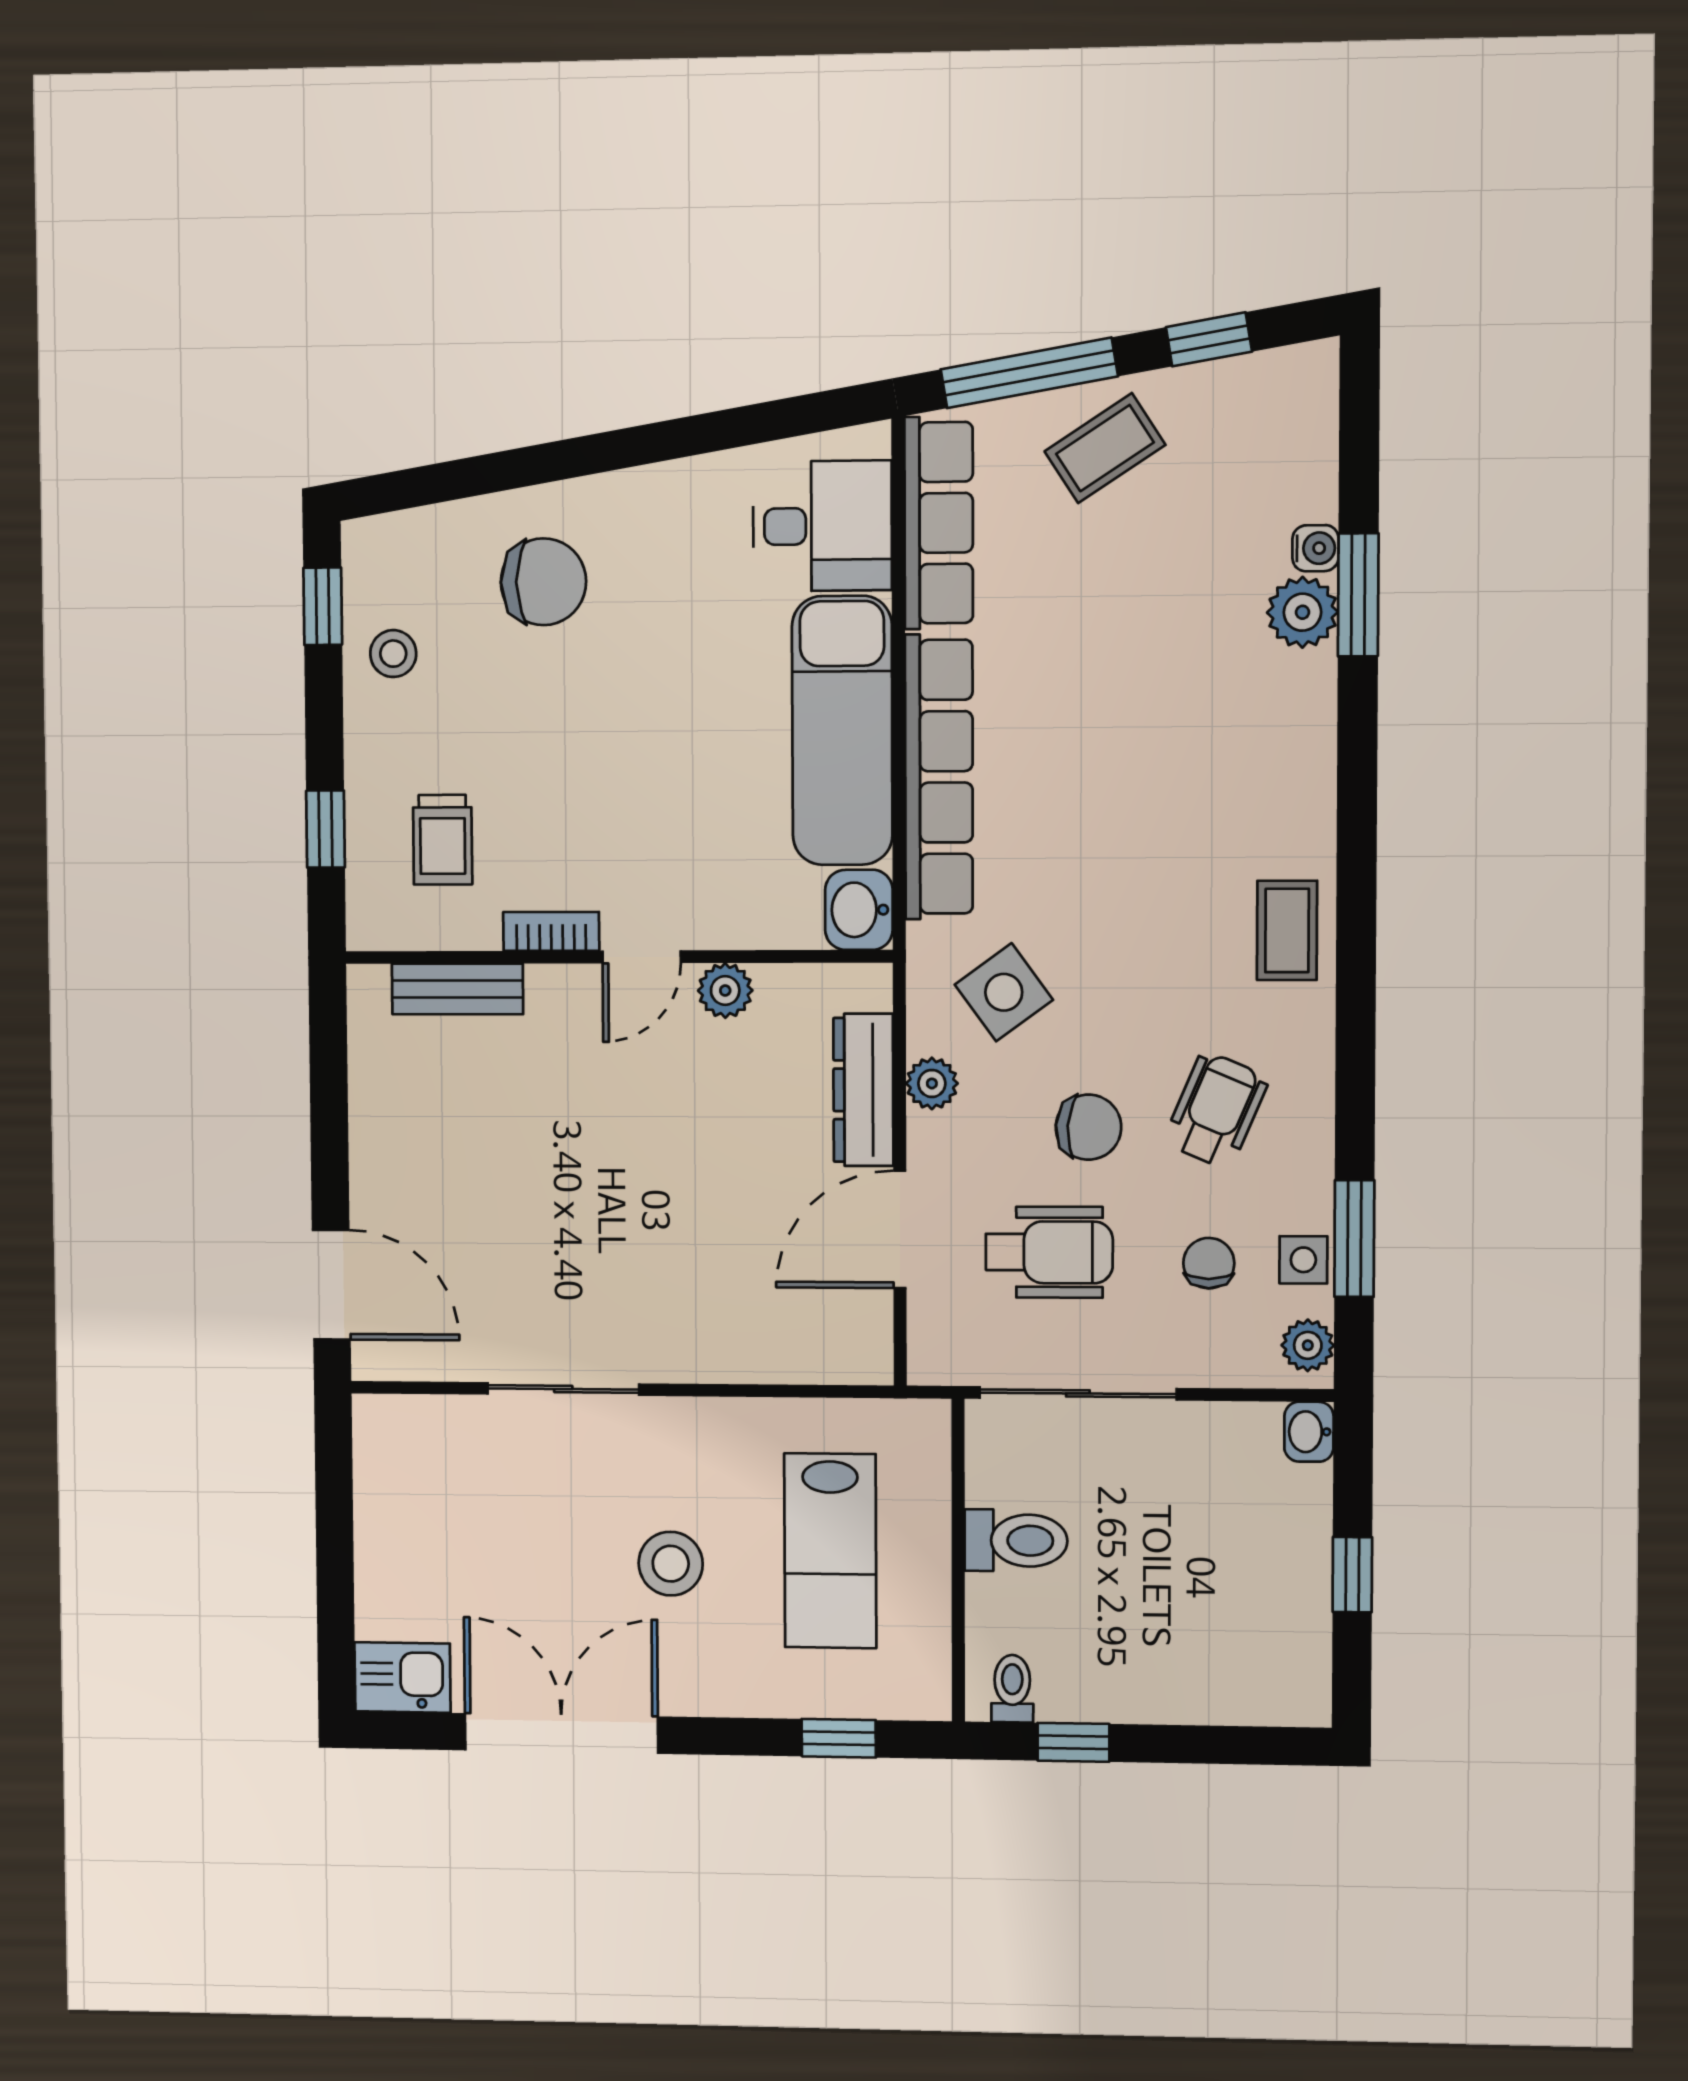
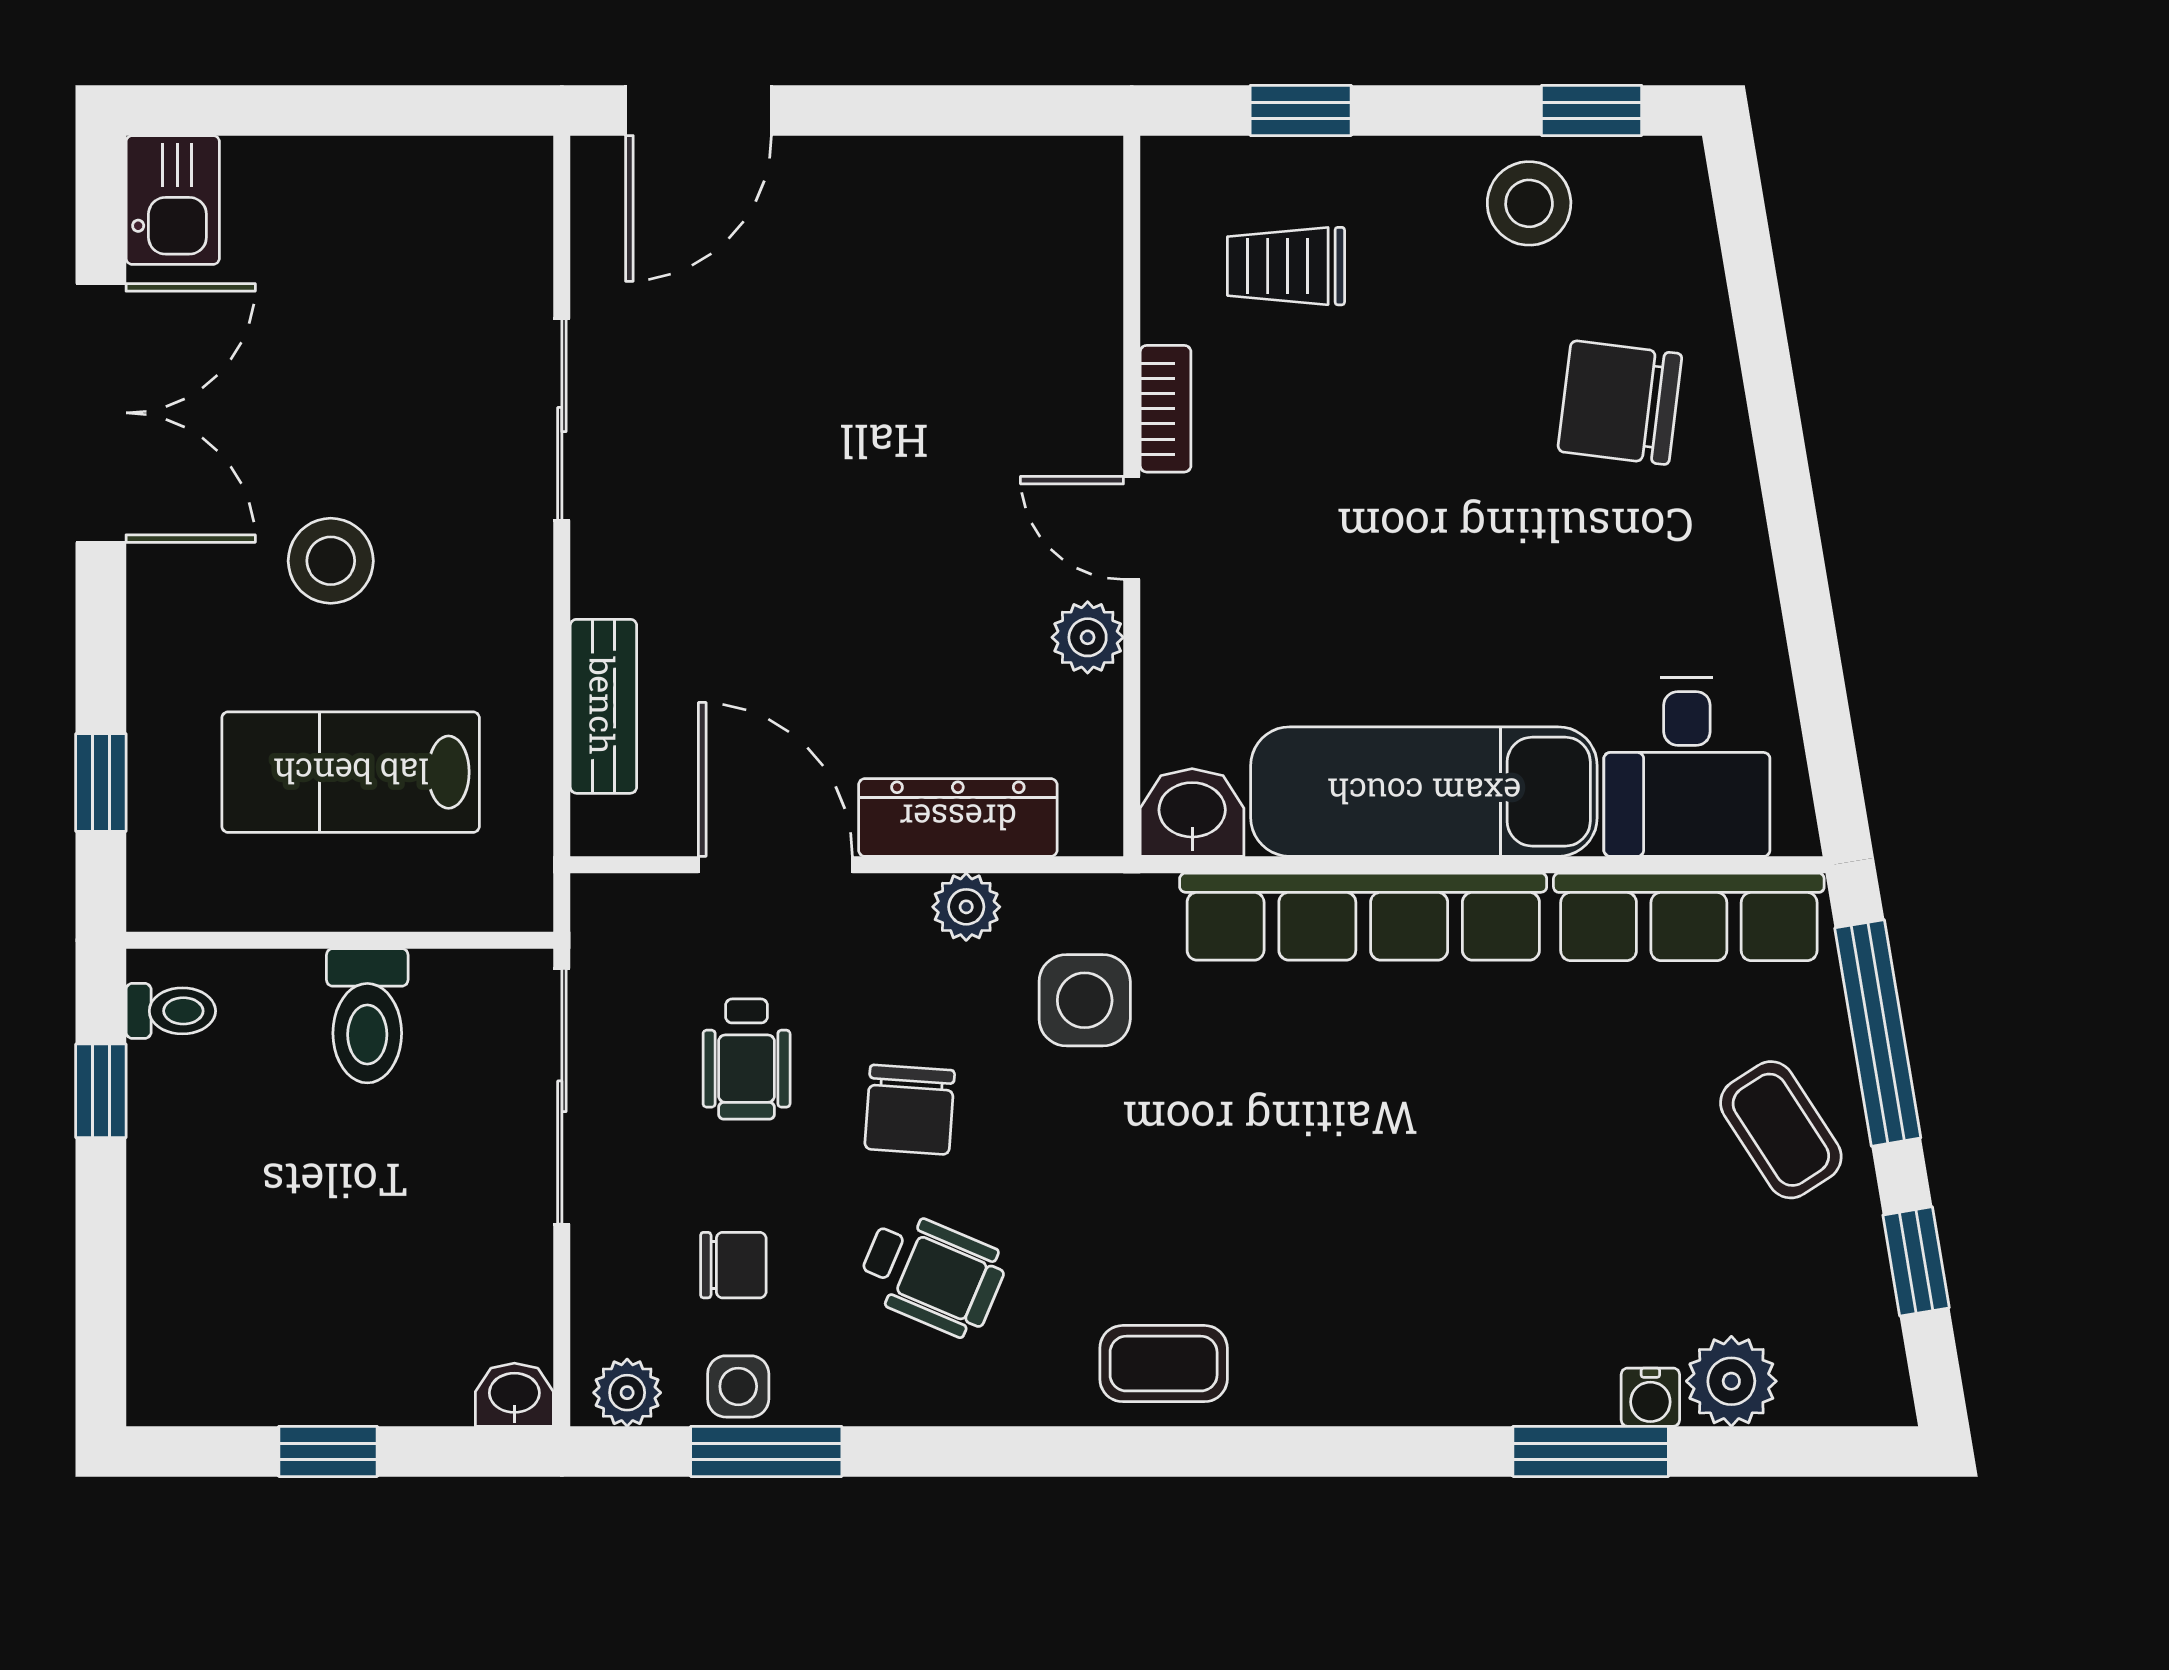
chair: (543, 582) -> (1620, 403), turned 97
plant: (1303, 612) -> (1731, 1381), moved
stool: (393, 654) -> (1529, 203), width x1.37, depth x1.37
bench: (457, 989) -> (603, 706), moved
side table: (1004, 992) -> (1085, 1000), turned 36
wheelchair: (1049, 1252) -> (747, 1059), width x0.73, depth x0.73

